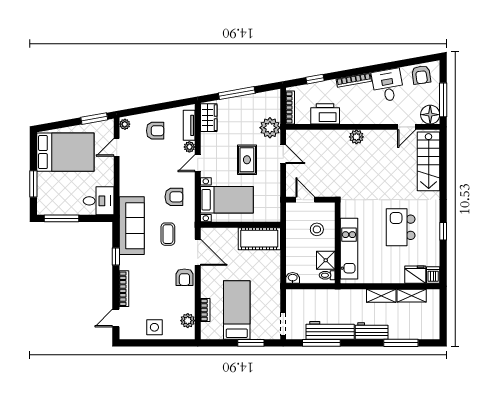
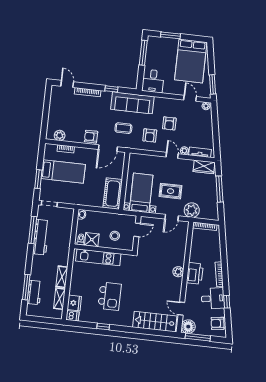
window: (315, 79) -> (227, 302), moved
printer: (325, 114) -> (195, 273), moved
armchair: (155, 131) -> (169, 123), moved
bed with nightstands: (227, 200) -> (141, 193), moved, turned 180
kitchen island: (401, 227) -> (110, 296), turned 90
side table: (154, 327) -> (57, 111), removed
workbench: (372, 331) -> (34, 292), moved

